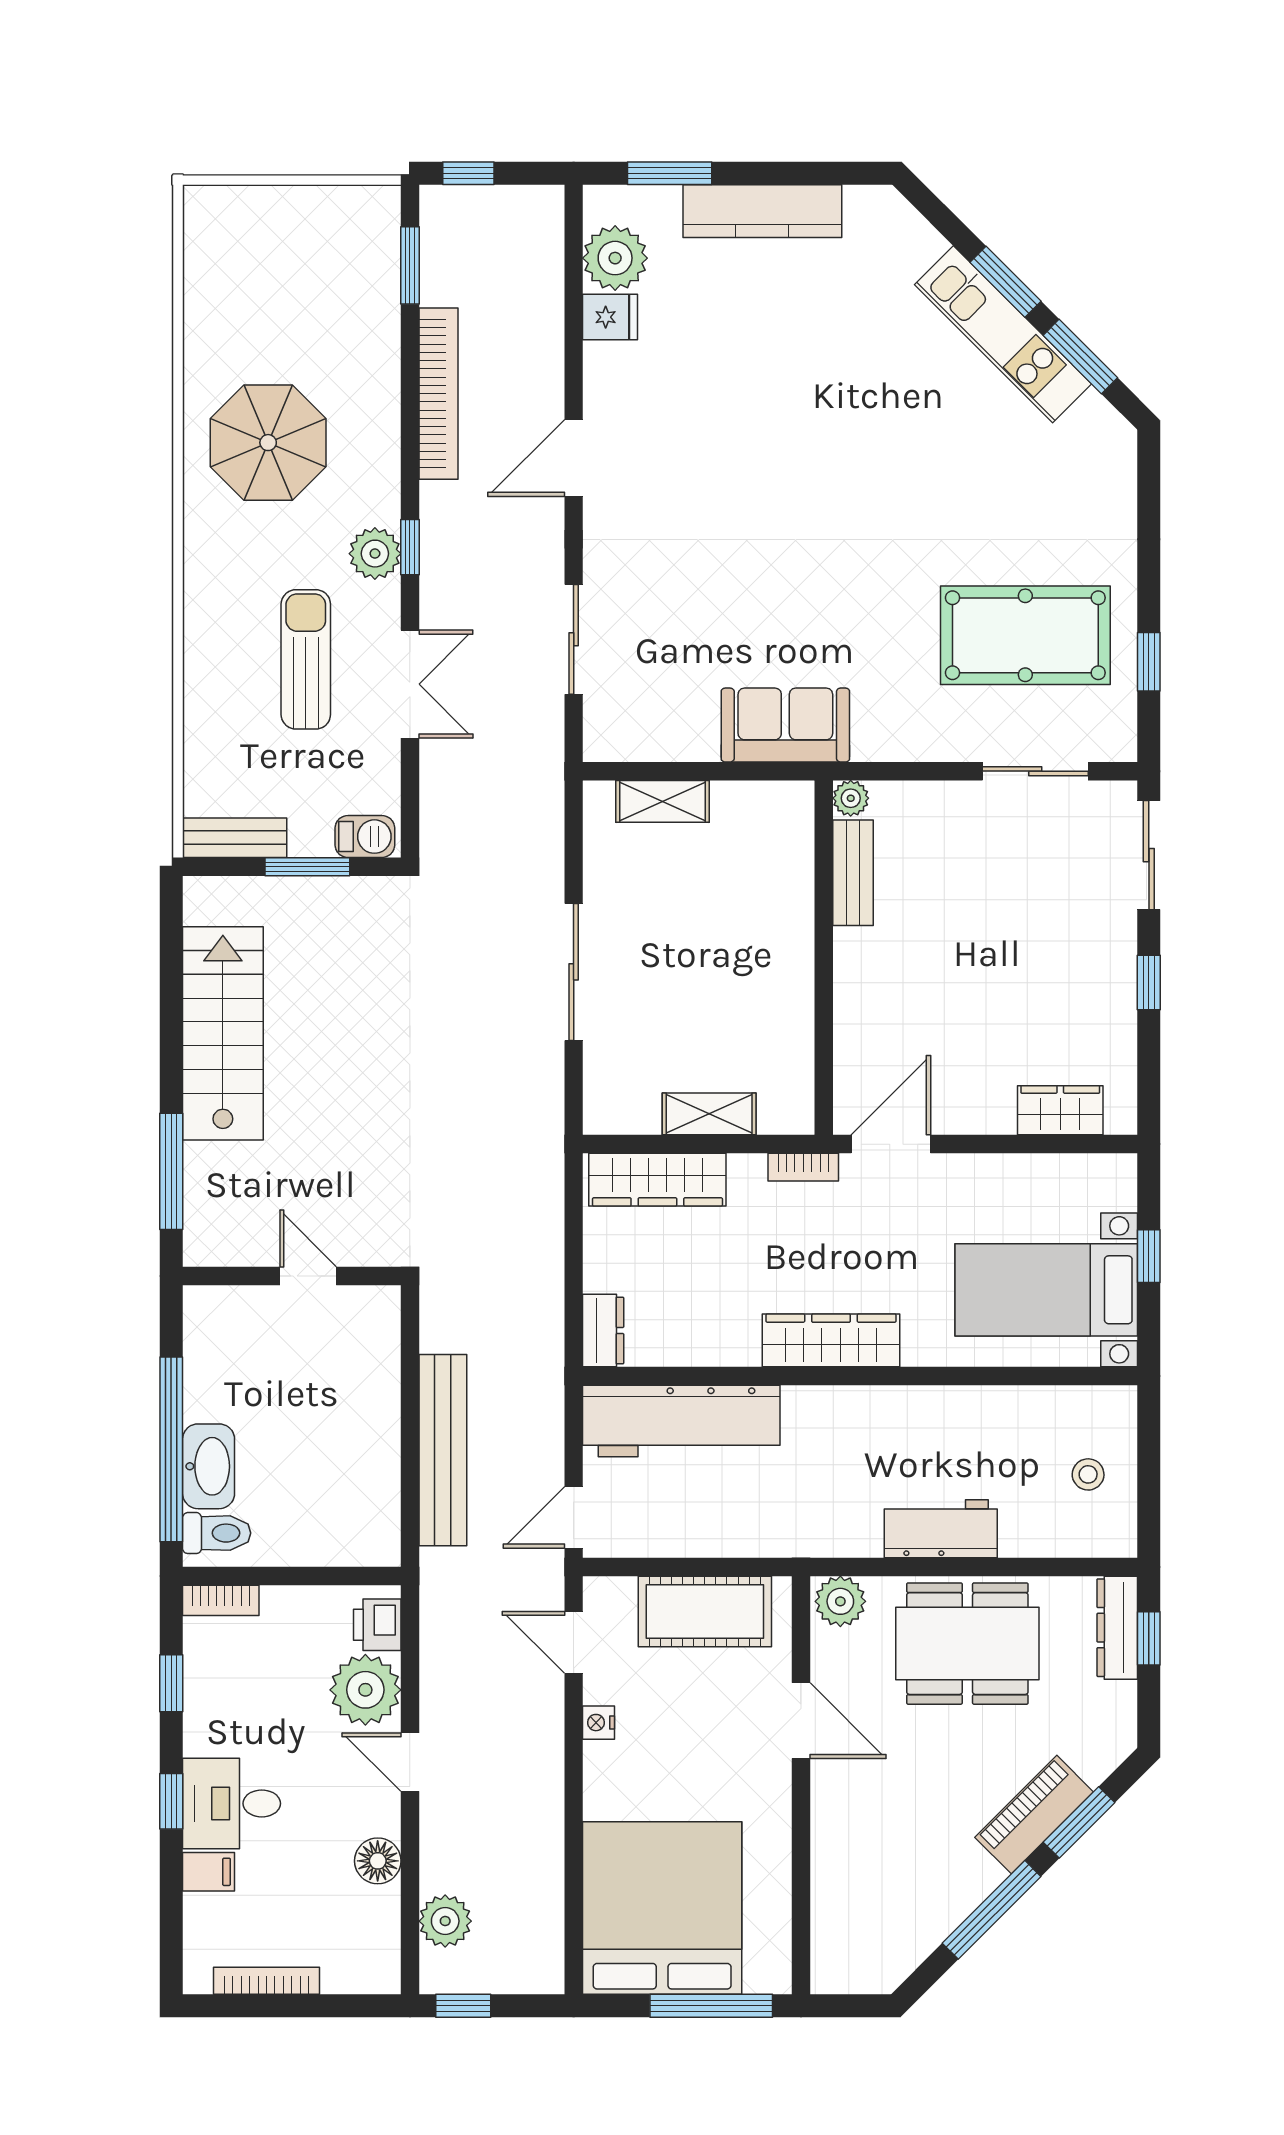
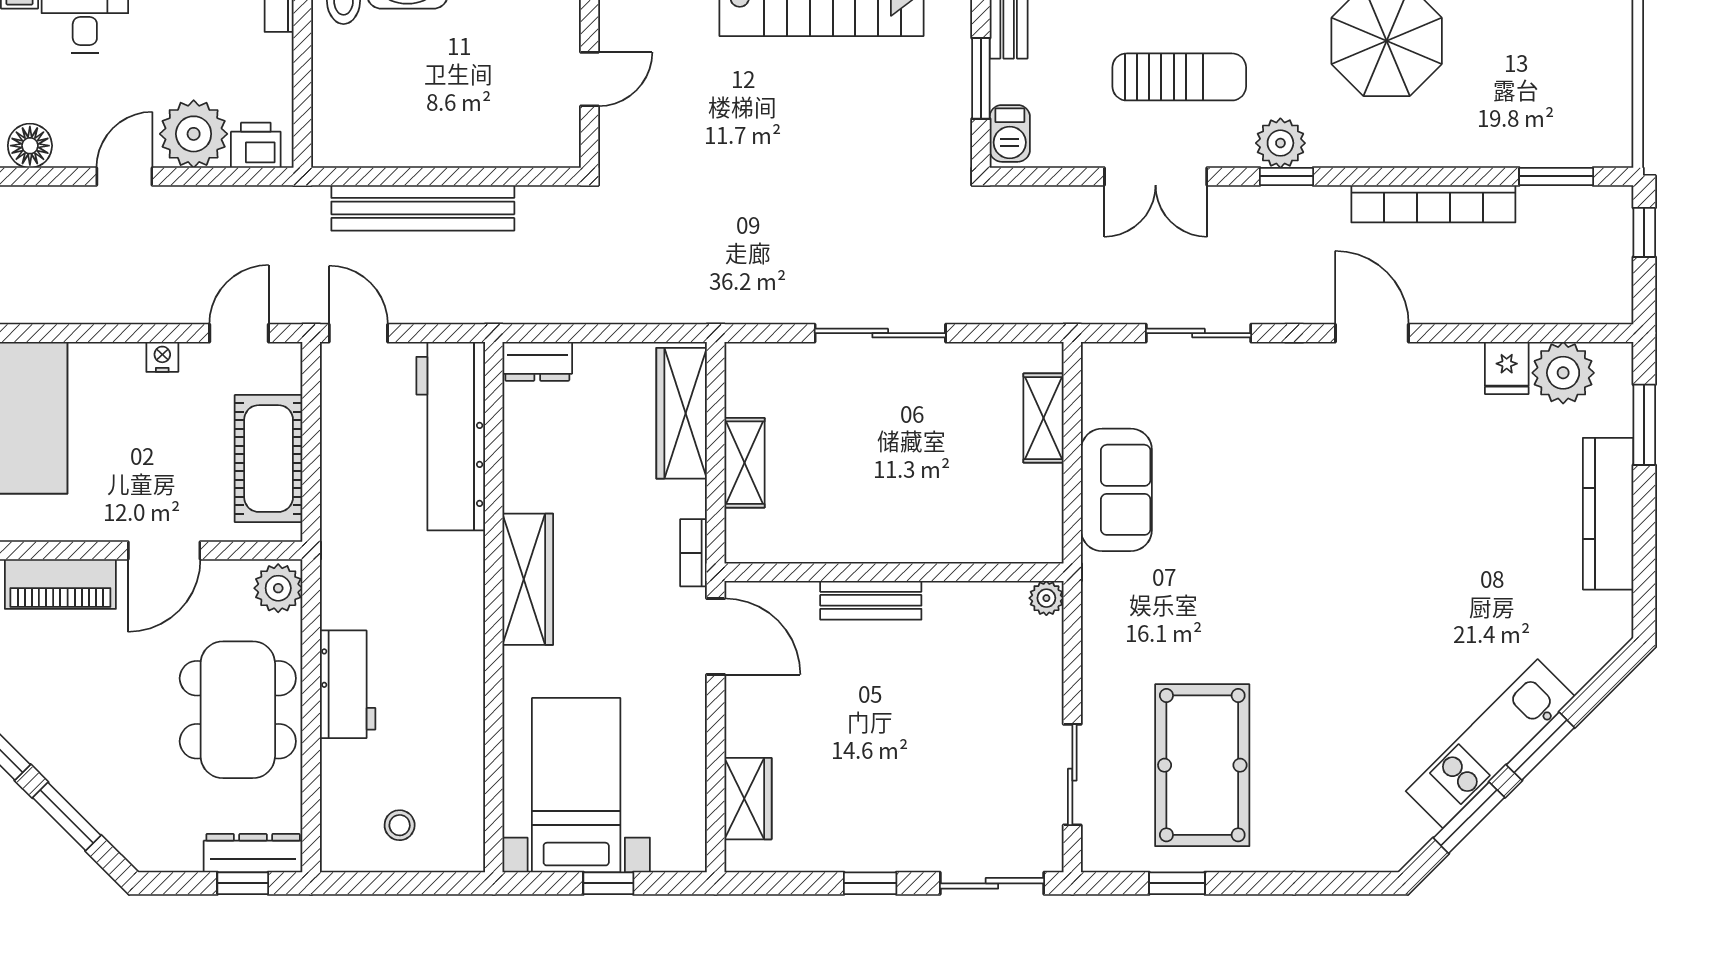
sofa: (785, 725) -> (1116, 490), moved
bench: (853, 873) -> (871, 600), moved
piano: (1034, 1815) -> (60, 584), moved, turned 135

